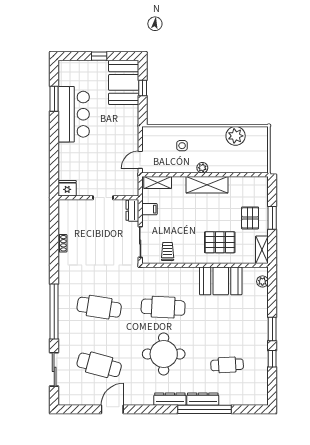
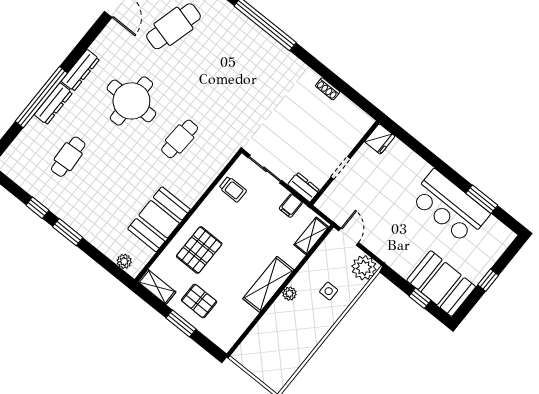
plant: (236, 136) -> (364, 268), moved
cafe table: (99, 307) -> (232, 74), removed
cafe table: (163, 307) -> (180, 139), width x0.73, depth x0.74

